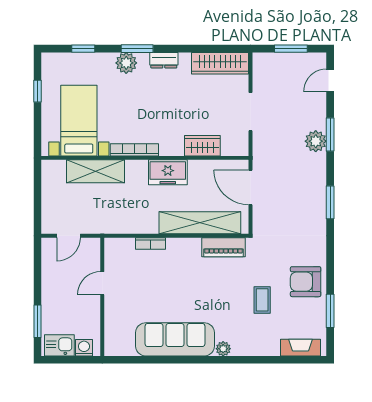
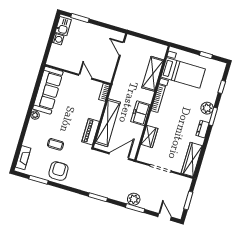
door: (102, 283) -> (85, 77), moved
wall: (102, 297) -> (78, 75), moved

